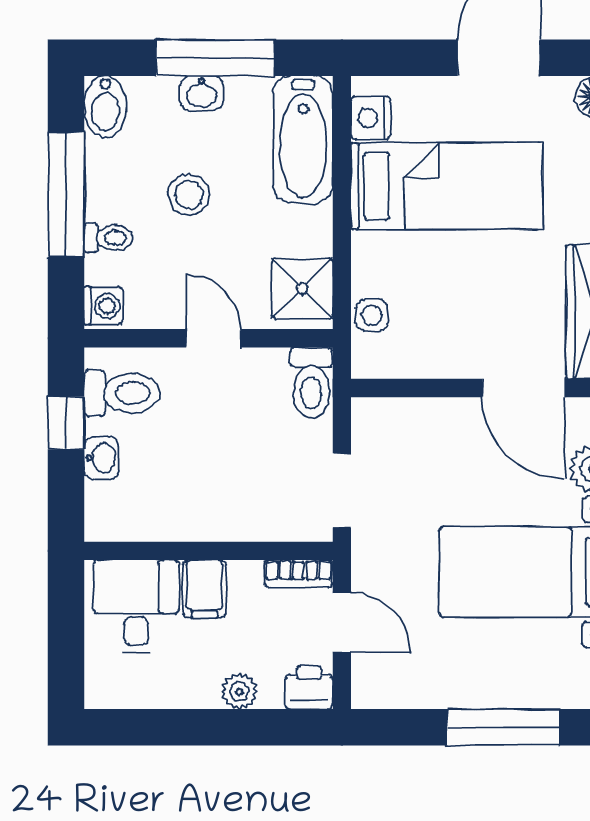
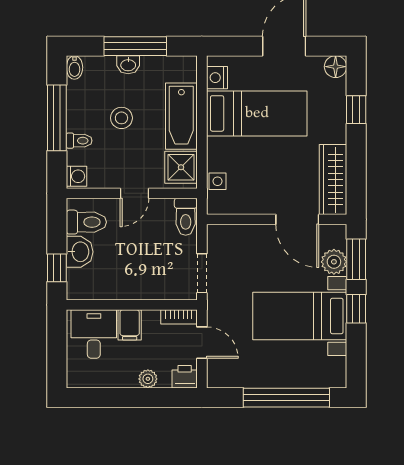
bidet: (105, 107) -> (74, 67), width x0.72, depth x0.74
bathtub: (303, 139) -> (181, 116), moved
door: (214, 338) -> (134, 193), swing flipped
window: (66, 423) -> (57, 268), moved
washbasin: (101, 458) -> (80, 252), width x1.38, depth x1.45
window: (503, 727) -> (286, 398), width x1.46

